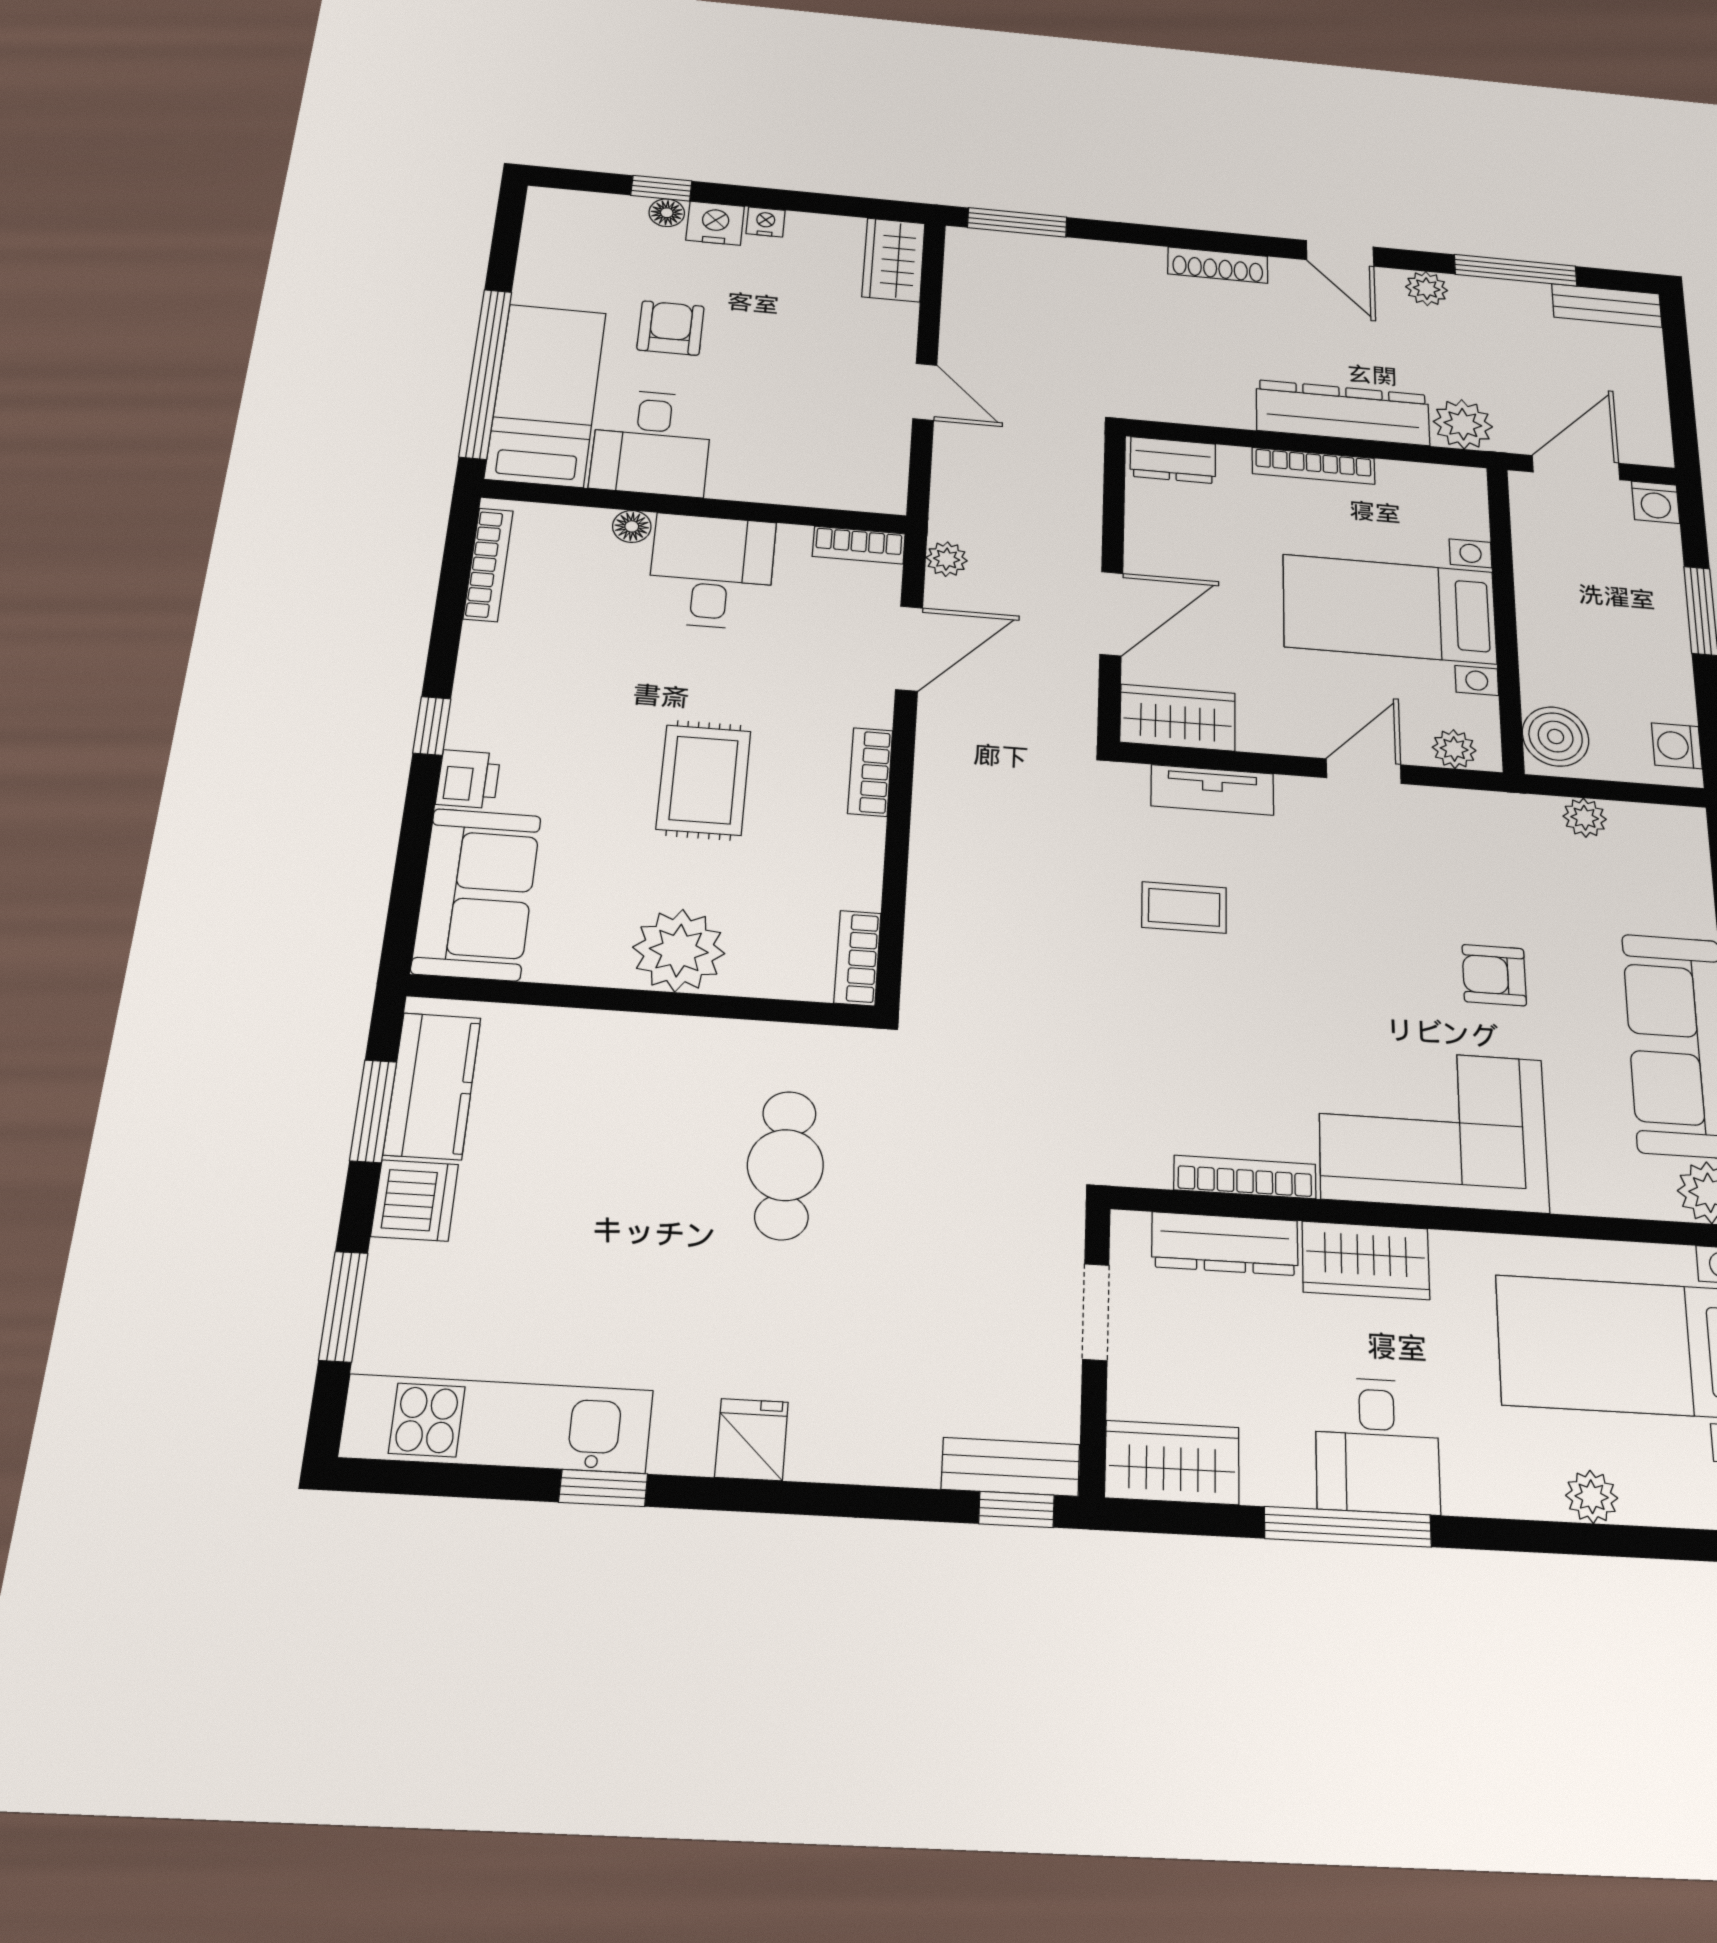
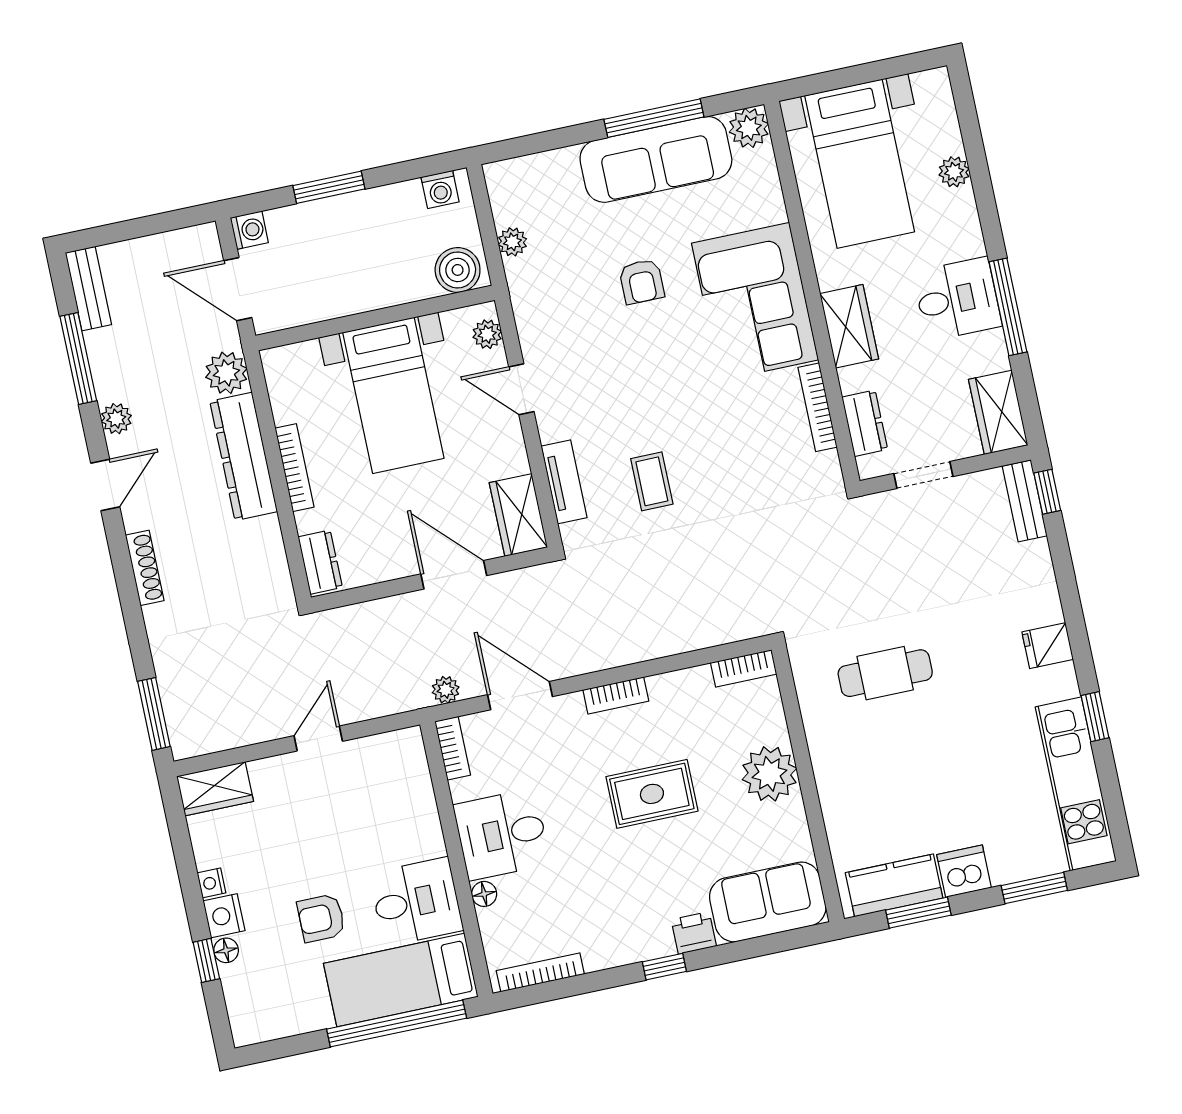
dresser: (1225, 1244) -> (865, 423), width x0.70

